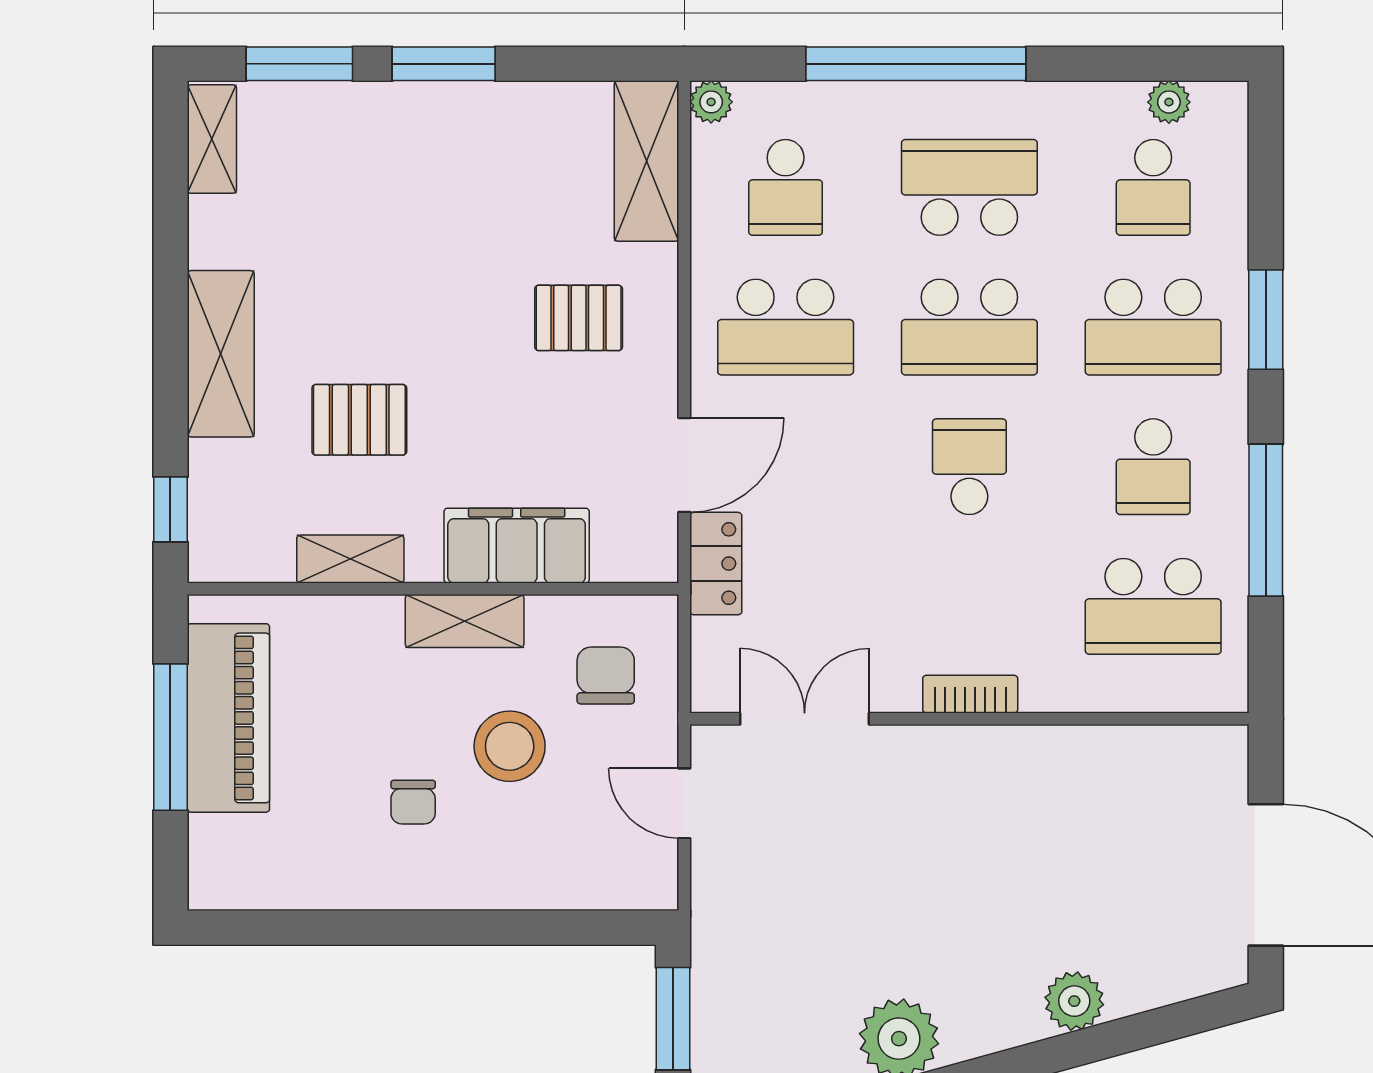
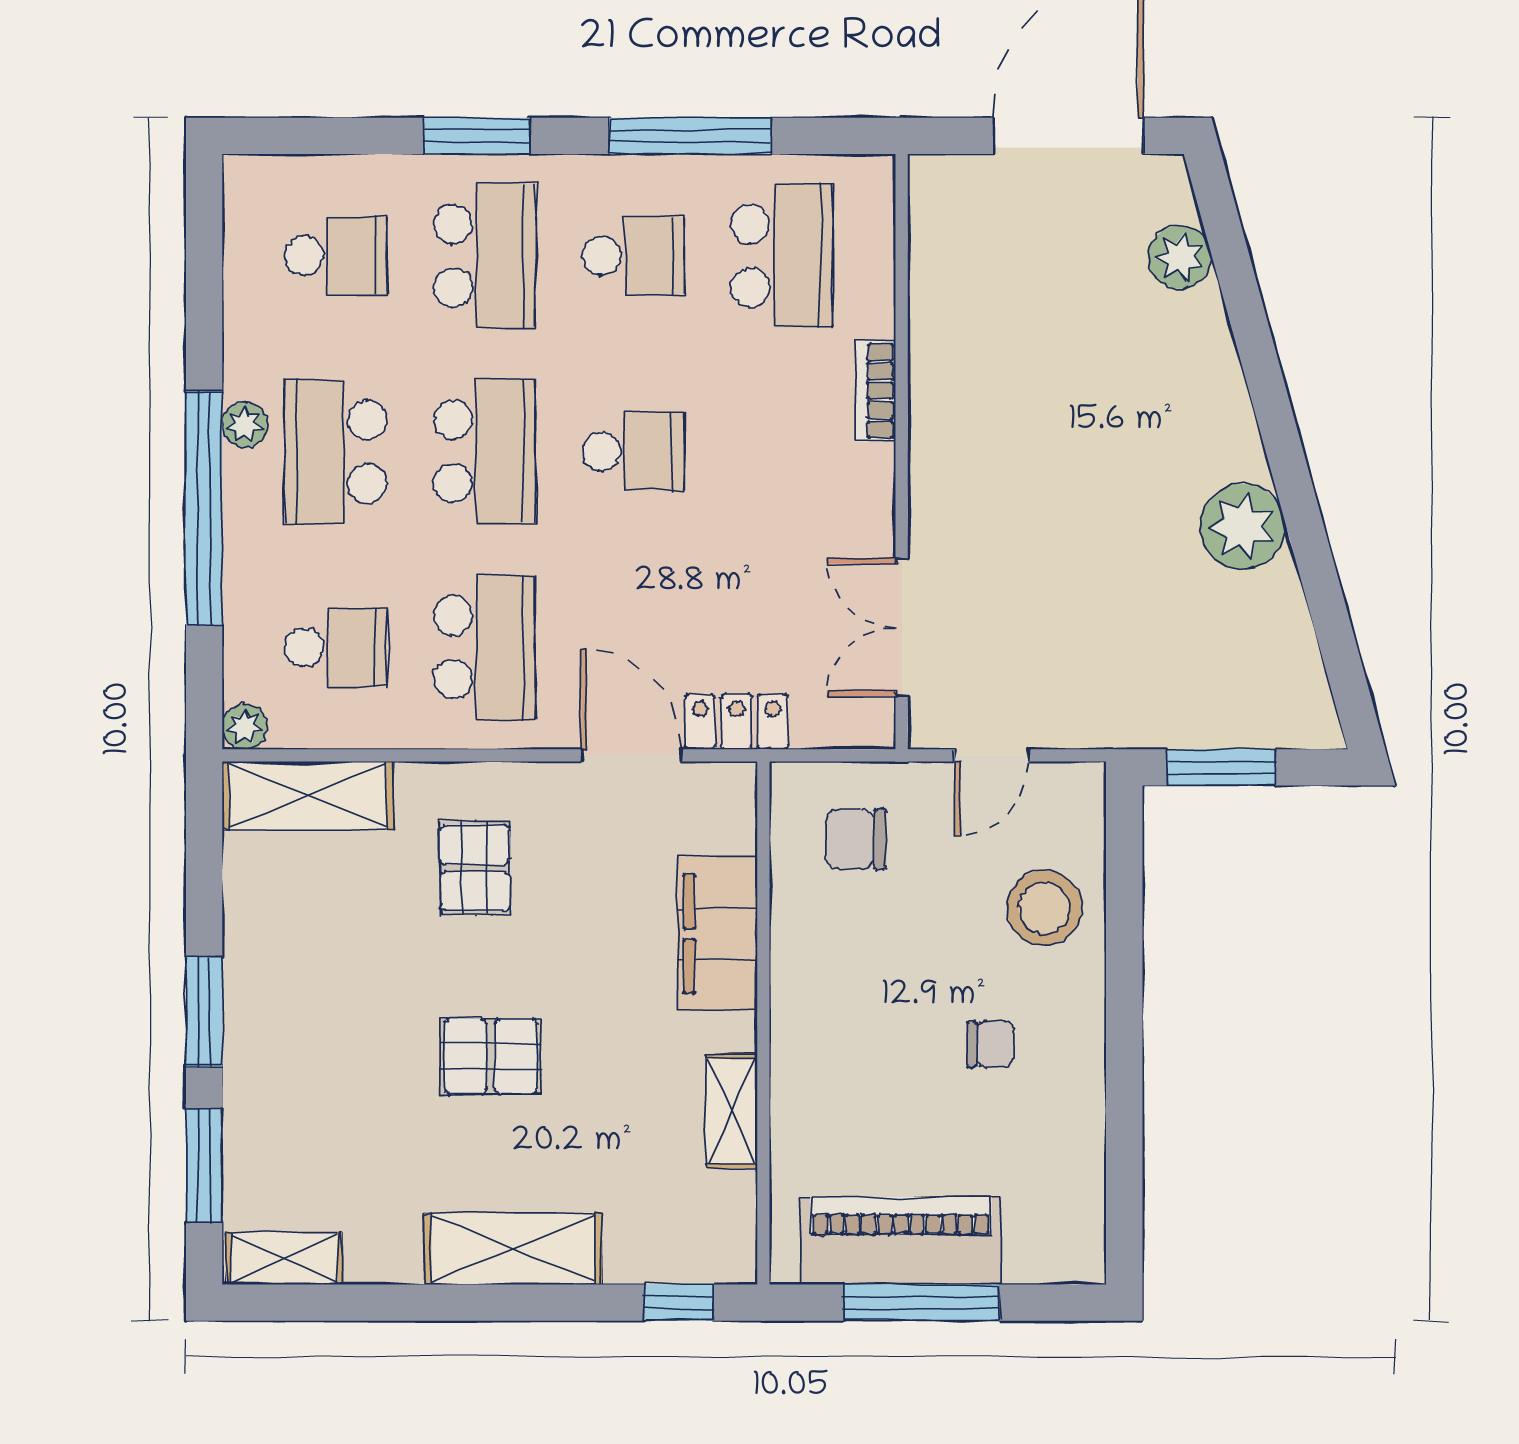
plant: (1169, 102) -> (245, 425), moved
pallet: (359, 420) -> (491, 1056), moved, turned 90
school desk: (969, 467) -> (633, 452), turned 180
shelving: (465, 621) -> (798, 989), removed
bookcase: (970, 694) -> (875, 391), moved
stool: (510, 746) -> (1044, 908), moved
plant: (1074, 1001) -> (1180, 257), moved

